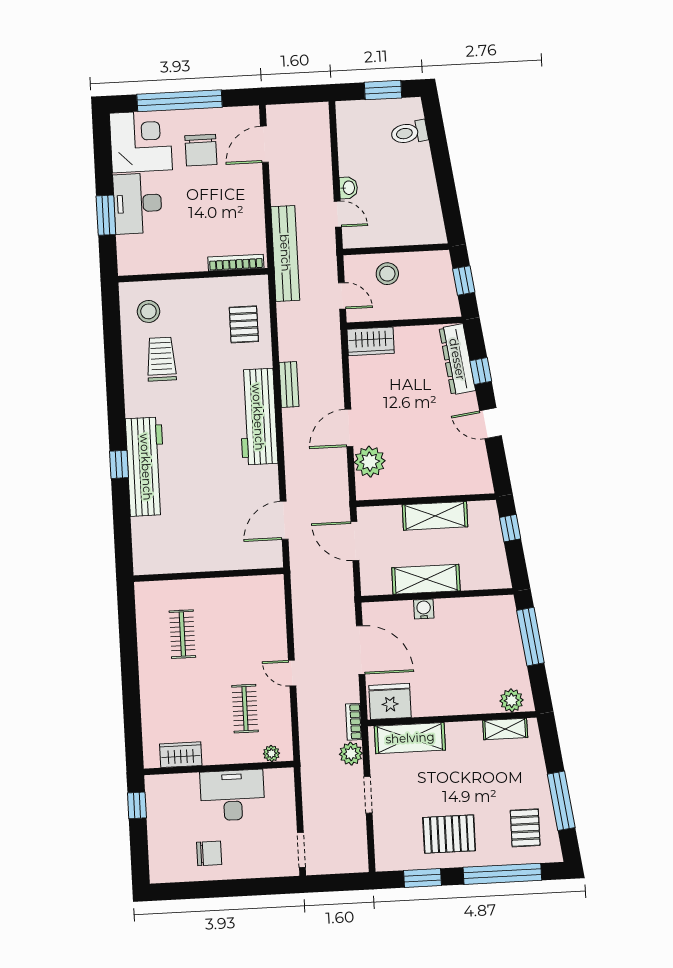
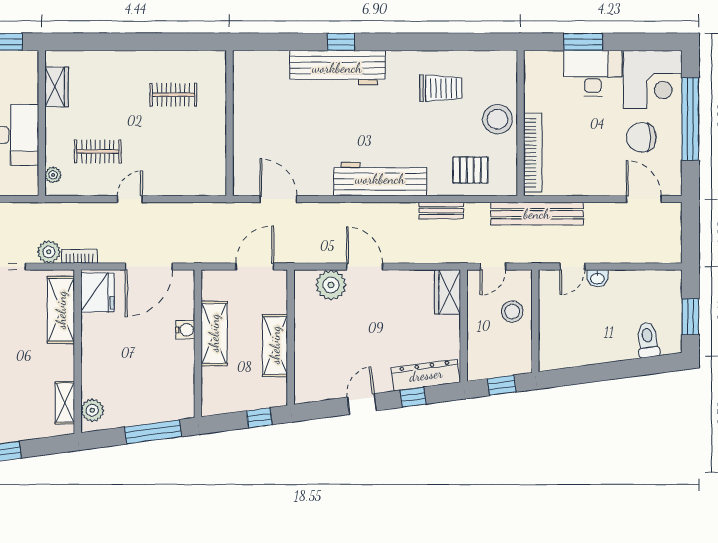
bookcase: (236, 263) -> (533, 153), width x1.48, depth x1.31
stool: (148, 311) -> (497, 119), moved, width x1.38, depth x1.38
bench: (289, 385) -> (441, 211), moved

